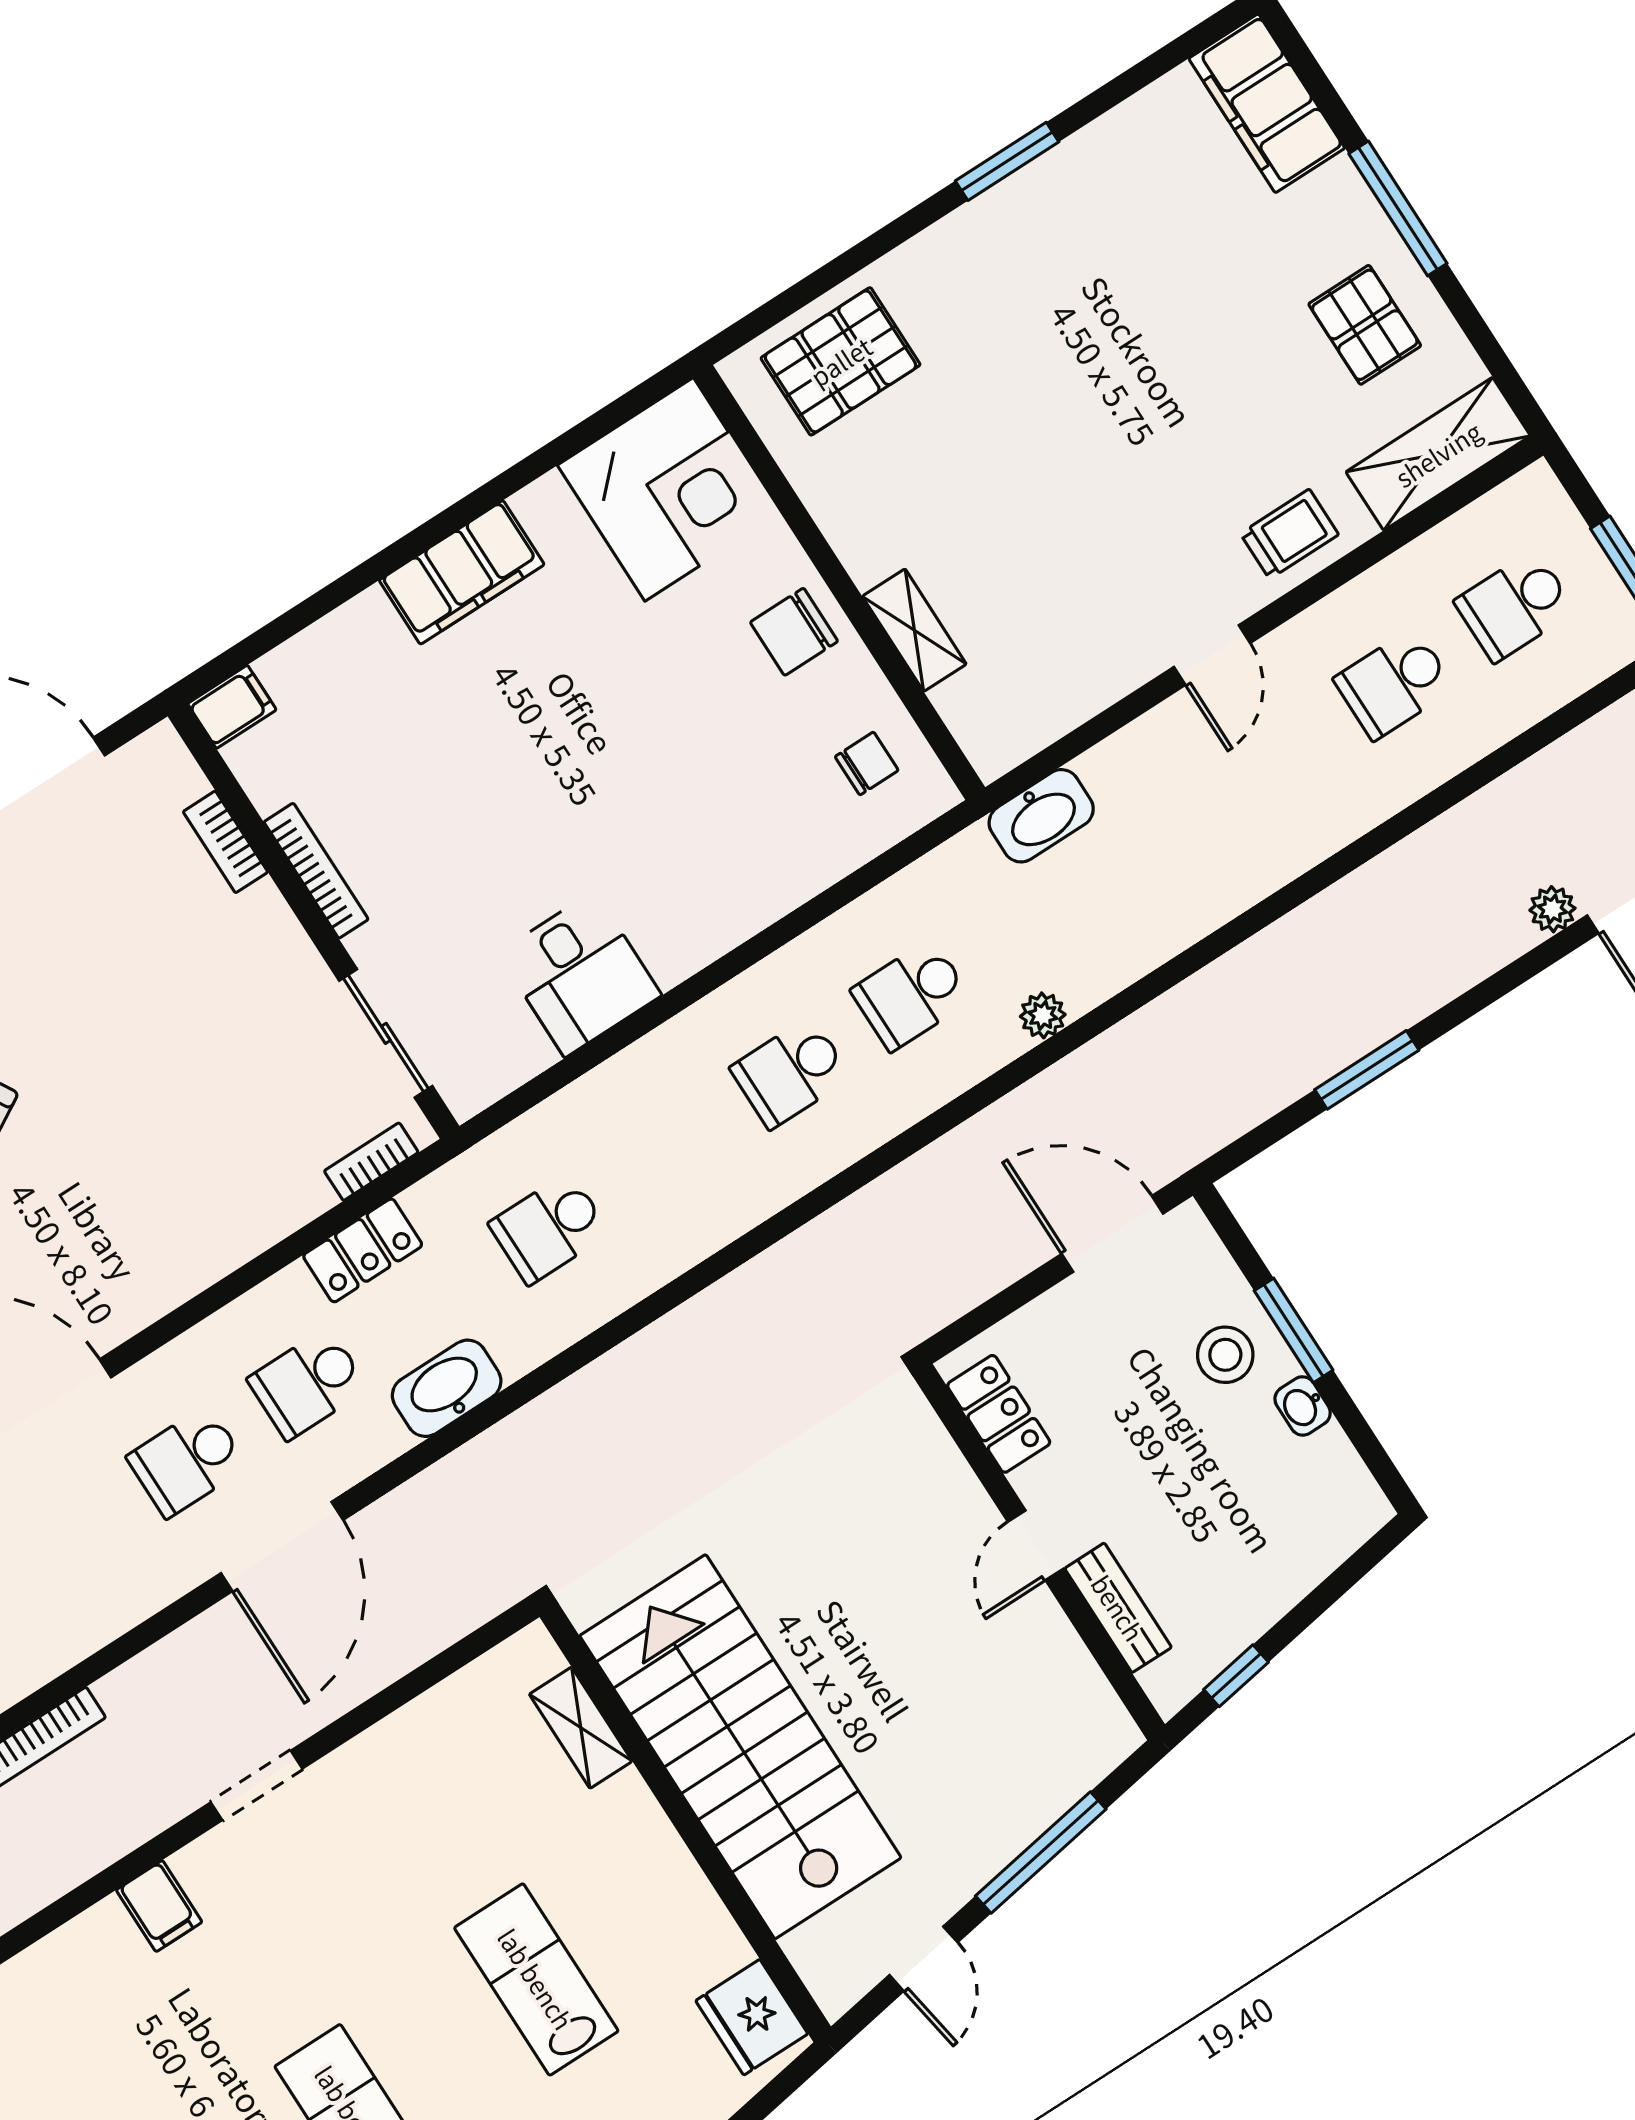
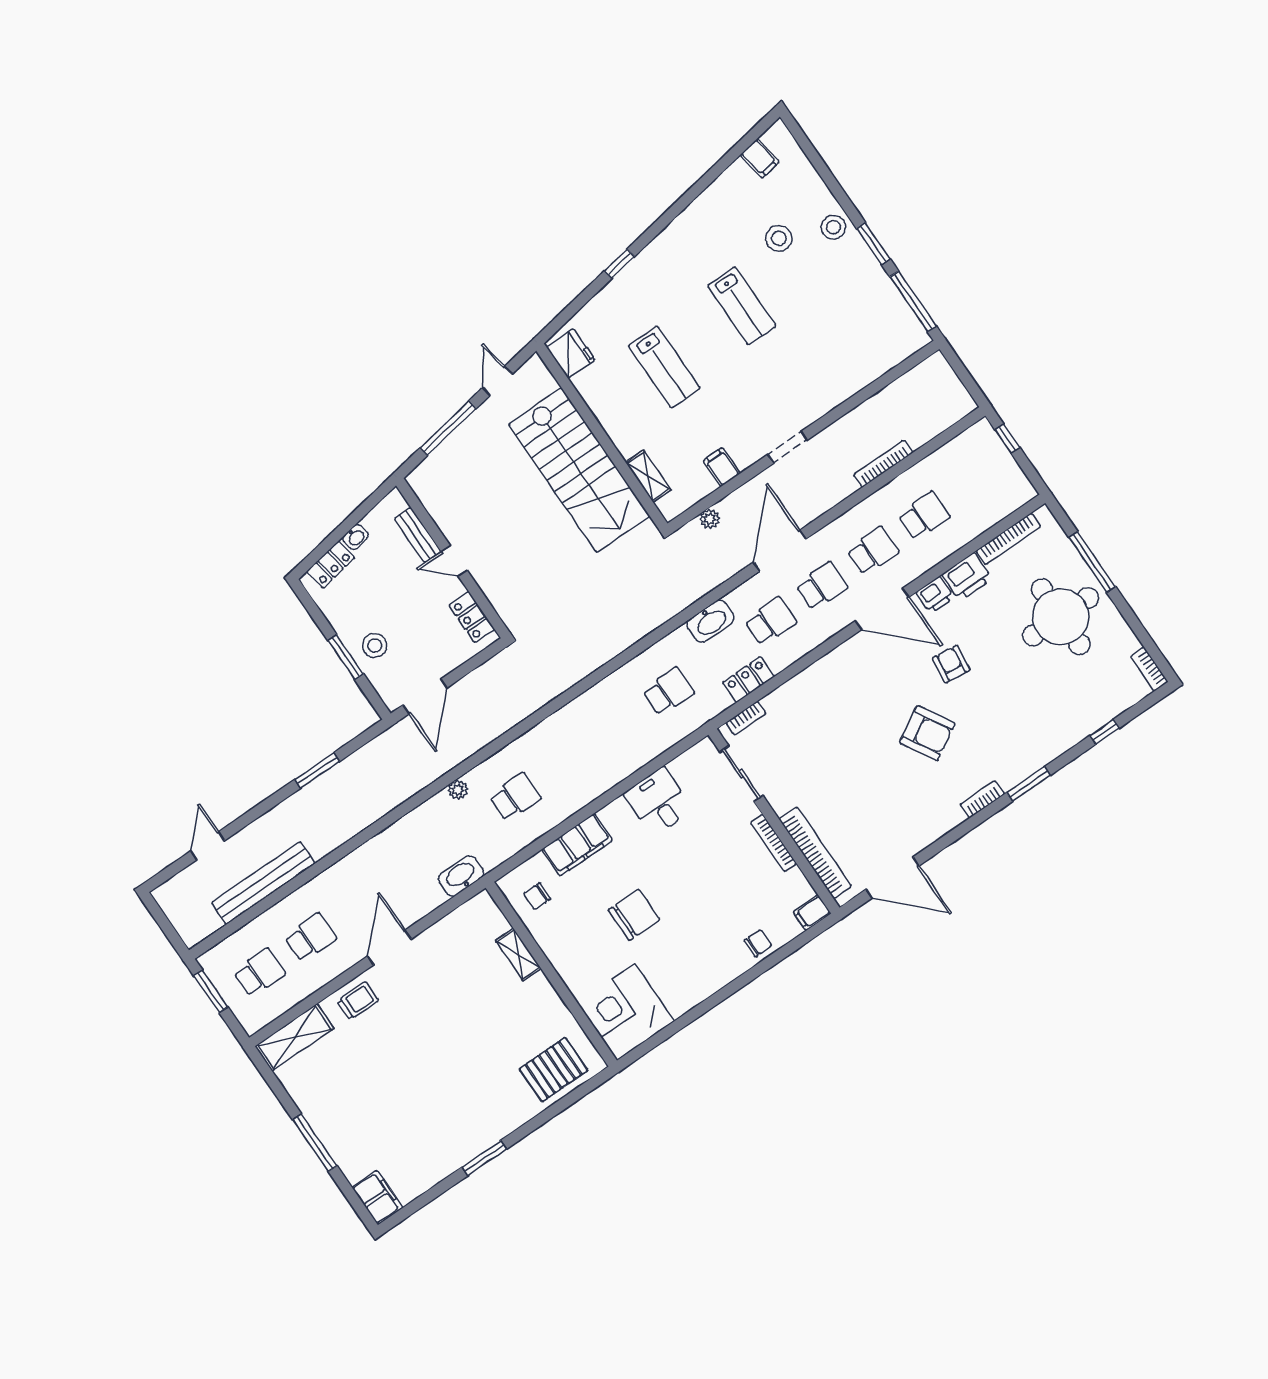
filing cabinet: (1267, 103) -> (377, 1197), width x0.67, depth x0.86
pallet: (1365, 325) -> (328, 1092), removed
trolley: (1289, 534) -> (358, 1001), turned 180
filing cabinet: (462, 572) -> (577, 845), moved, turned 180
chair: (794, 632) -> (634, 915), moved, width x1.37, depth x1.37
chair: (359, 640) -> (758, 943), added
door: (1212, 655) -> (389, 948), width x1.38
bench: (1499, 813) -> (263, 883), added
bookcase: (225, 842) -> (815, 853), width x2.31, depth x1.31
plant: (1552, 909) -> (710, 519), moved
school desk: (791, 1073) -> (873, 551), moved
door: (1112, 1234) -> (425, 696), hinge flipped
washbasin: (1303, 1406) -> (356, 537), moved, turned 81
door: (1036, 1545) -> (454, 561), swing flipped
locker: (1322, 1545) -> (331, 565), added
window: (1236, 1676) -> (366, 507), removed
filing cabinet: (159, 1906) -> (722, 467), moved

